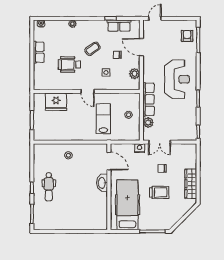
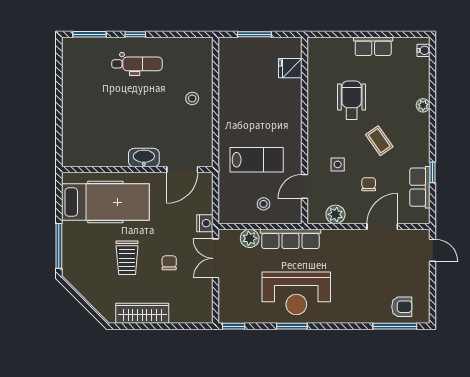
reception desk: (177, 79) -> (296, 293), moved
door: (88, 91) -> (304, 186), moved
fridge: (56, 102) -> (290, 68), width x0.53, depth x0.75
dental chair: (49, 187) -> (137, 64), turned 180

